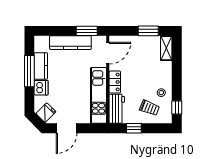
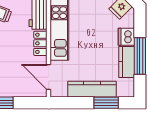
window: (87, 31) -> (106, 103), moved
door: (108, 53) -> (49, 77), hinge flipped

